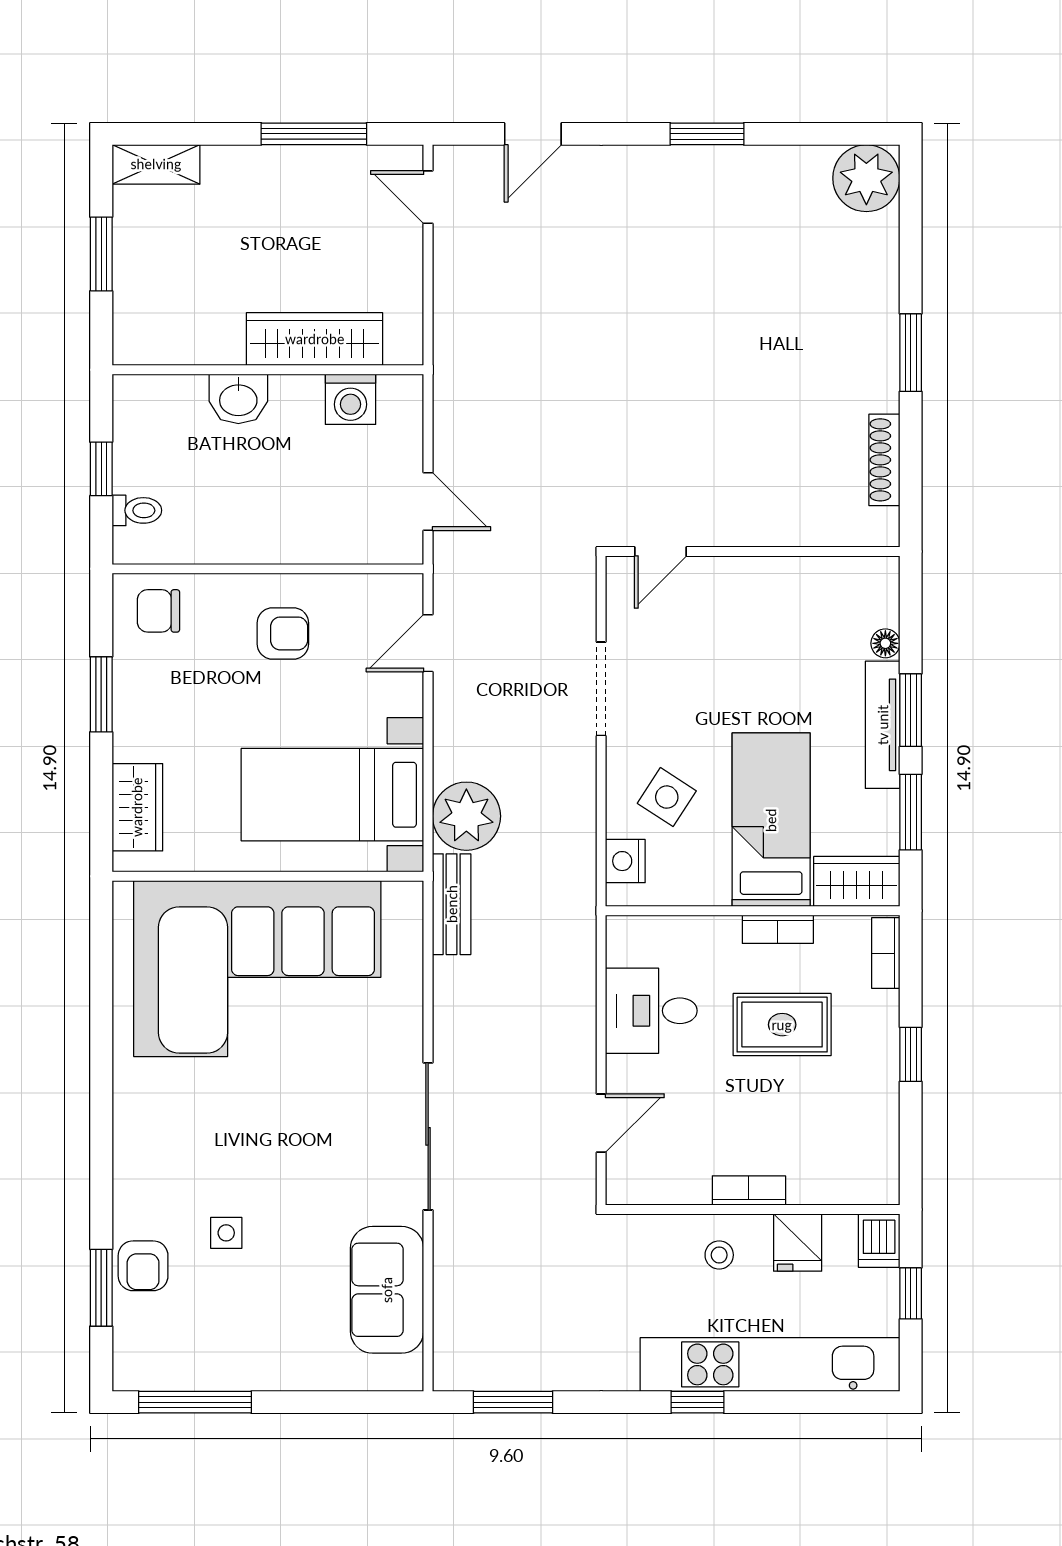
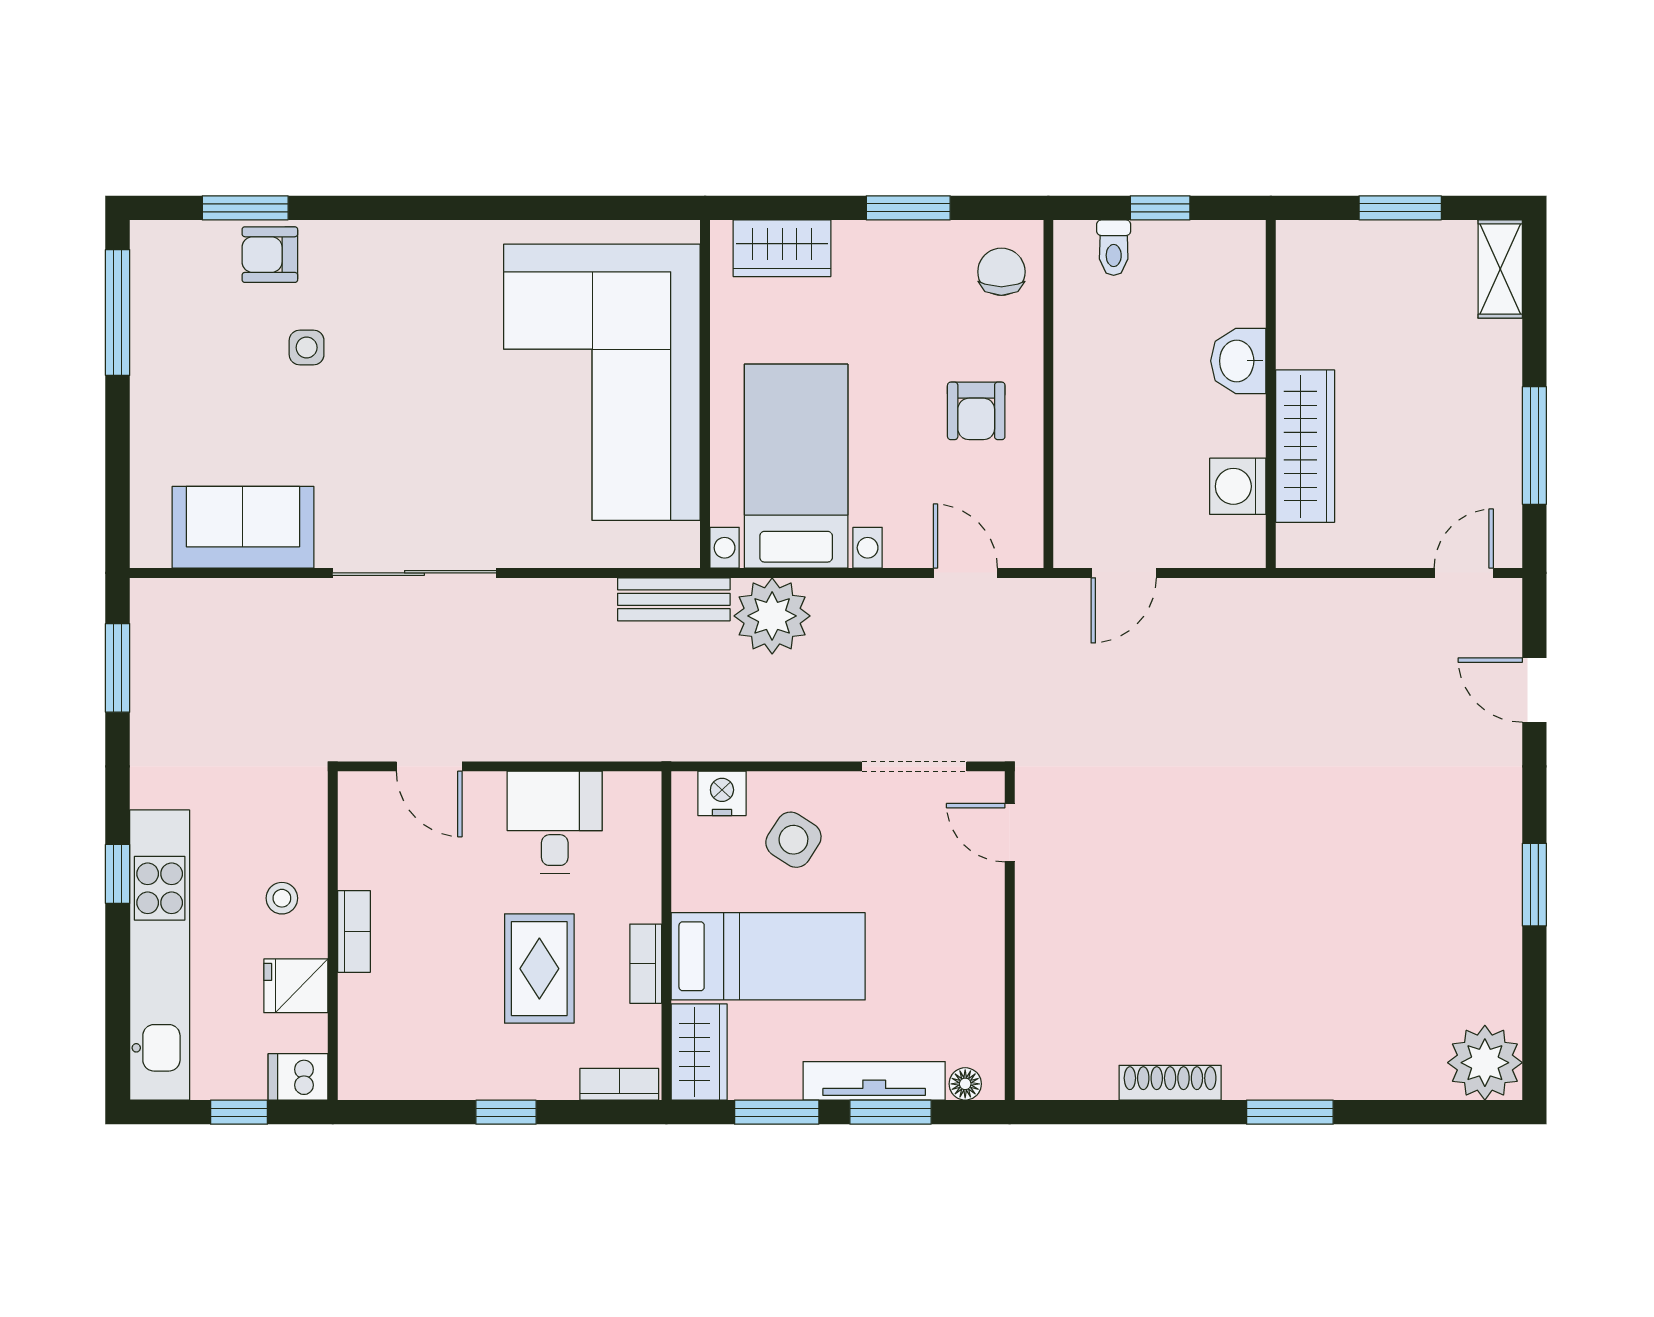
door: (660, 552) -> (1010, 833), moved
wall: (753, 552) -> (1010, 936), moved

